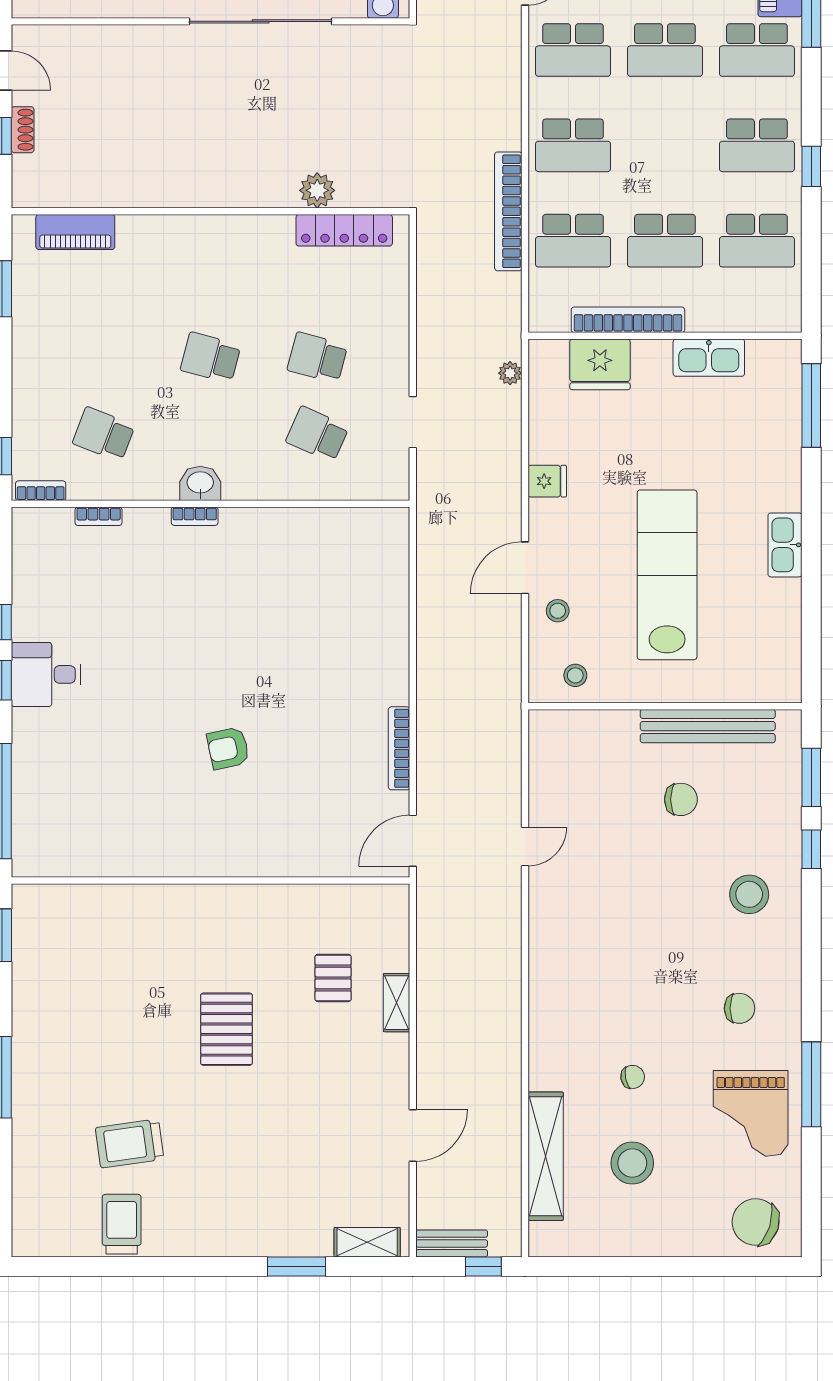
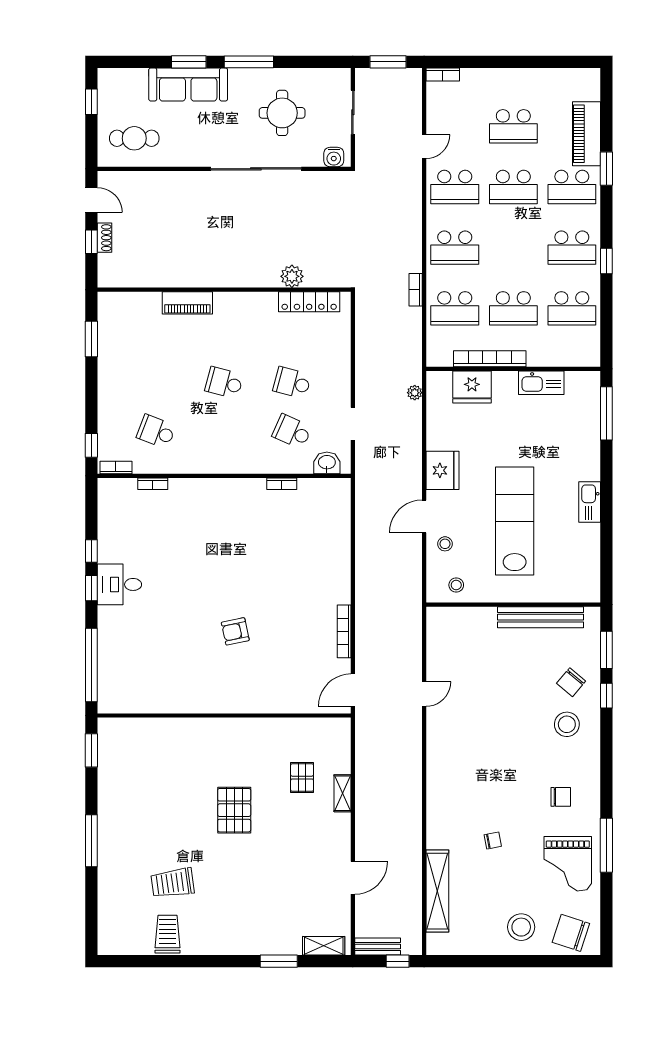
bookcase: (508, 211) -> (416, 290), width x0.43, depth x0.76
piano: (75, 232) -> (187, 303), moved
fridge: (547, 481) -> (442, 470), width x1.88, depth x1.34
washbasin: (200, 483) -> (327, 463), moved
bookcase: (195, 516) -> (282, 484), moved
chair: (681, 799) -> (571, 682), moved, turned 130
stool: (632, 1163) -> (521, 927), moved

